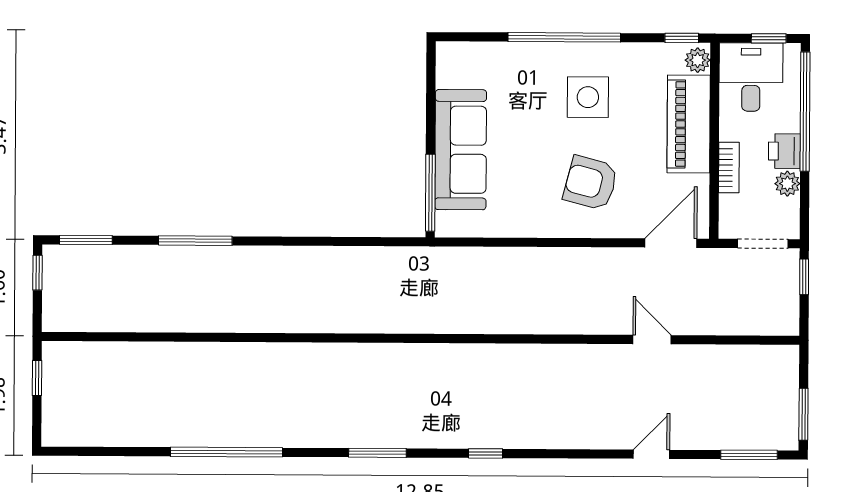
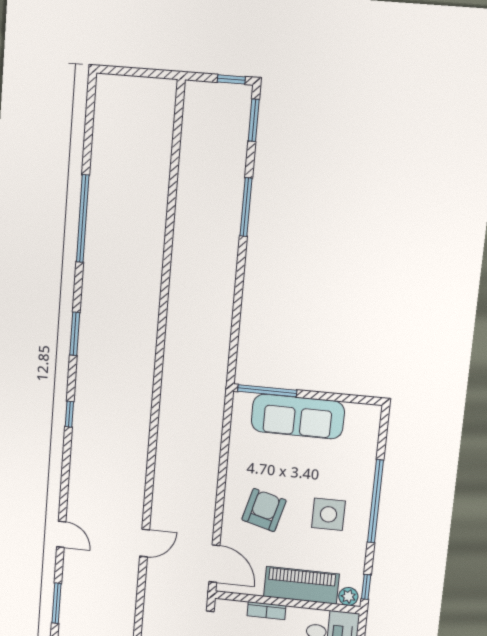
window: (37, 378) -> (149, 73), removed

